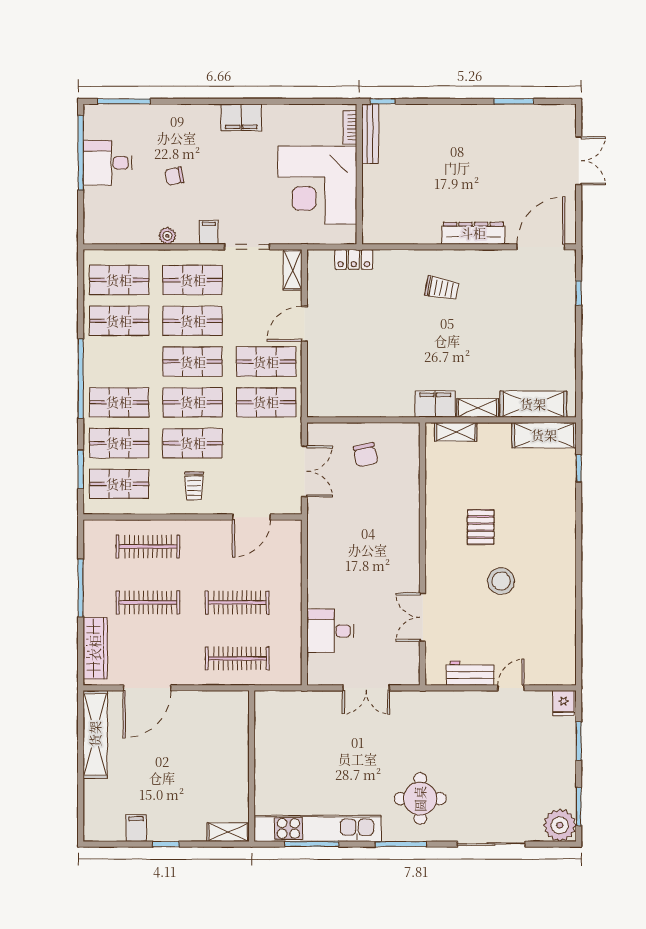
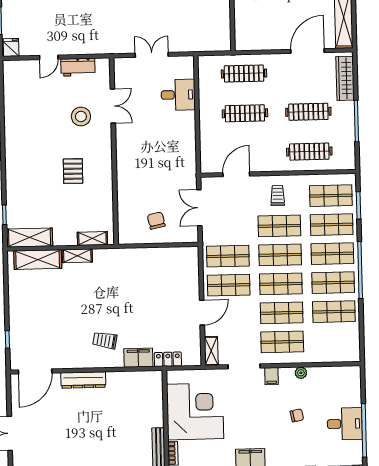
shop shelf: (119, 280) -> (333, 283), moved
filing cabinet: (435, 404) -> (138, 358), moved, turned 180
stool: (501, 581) -> (81, 116), moved

